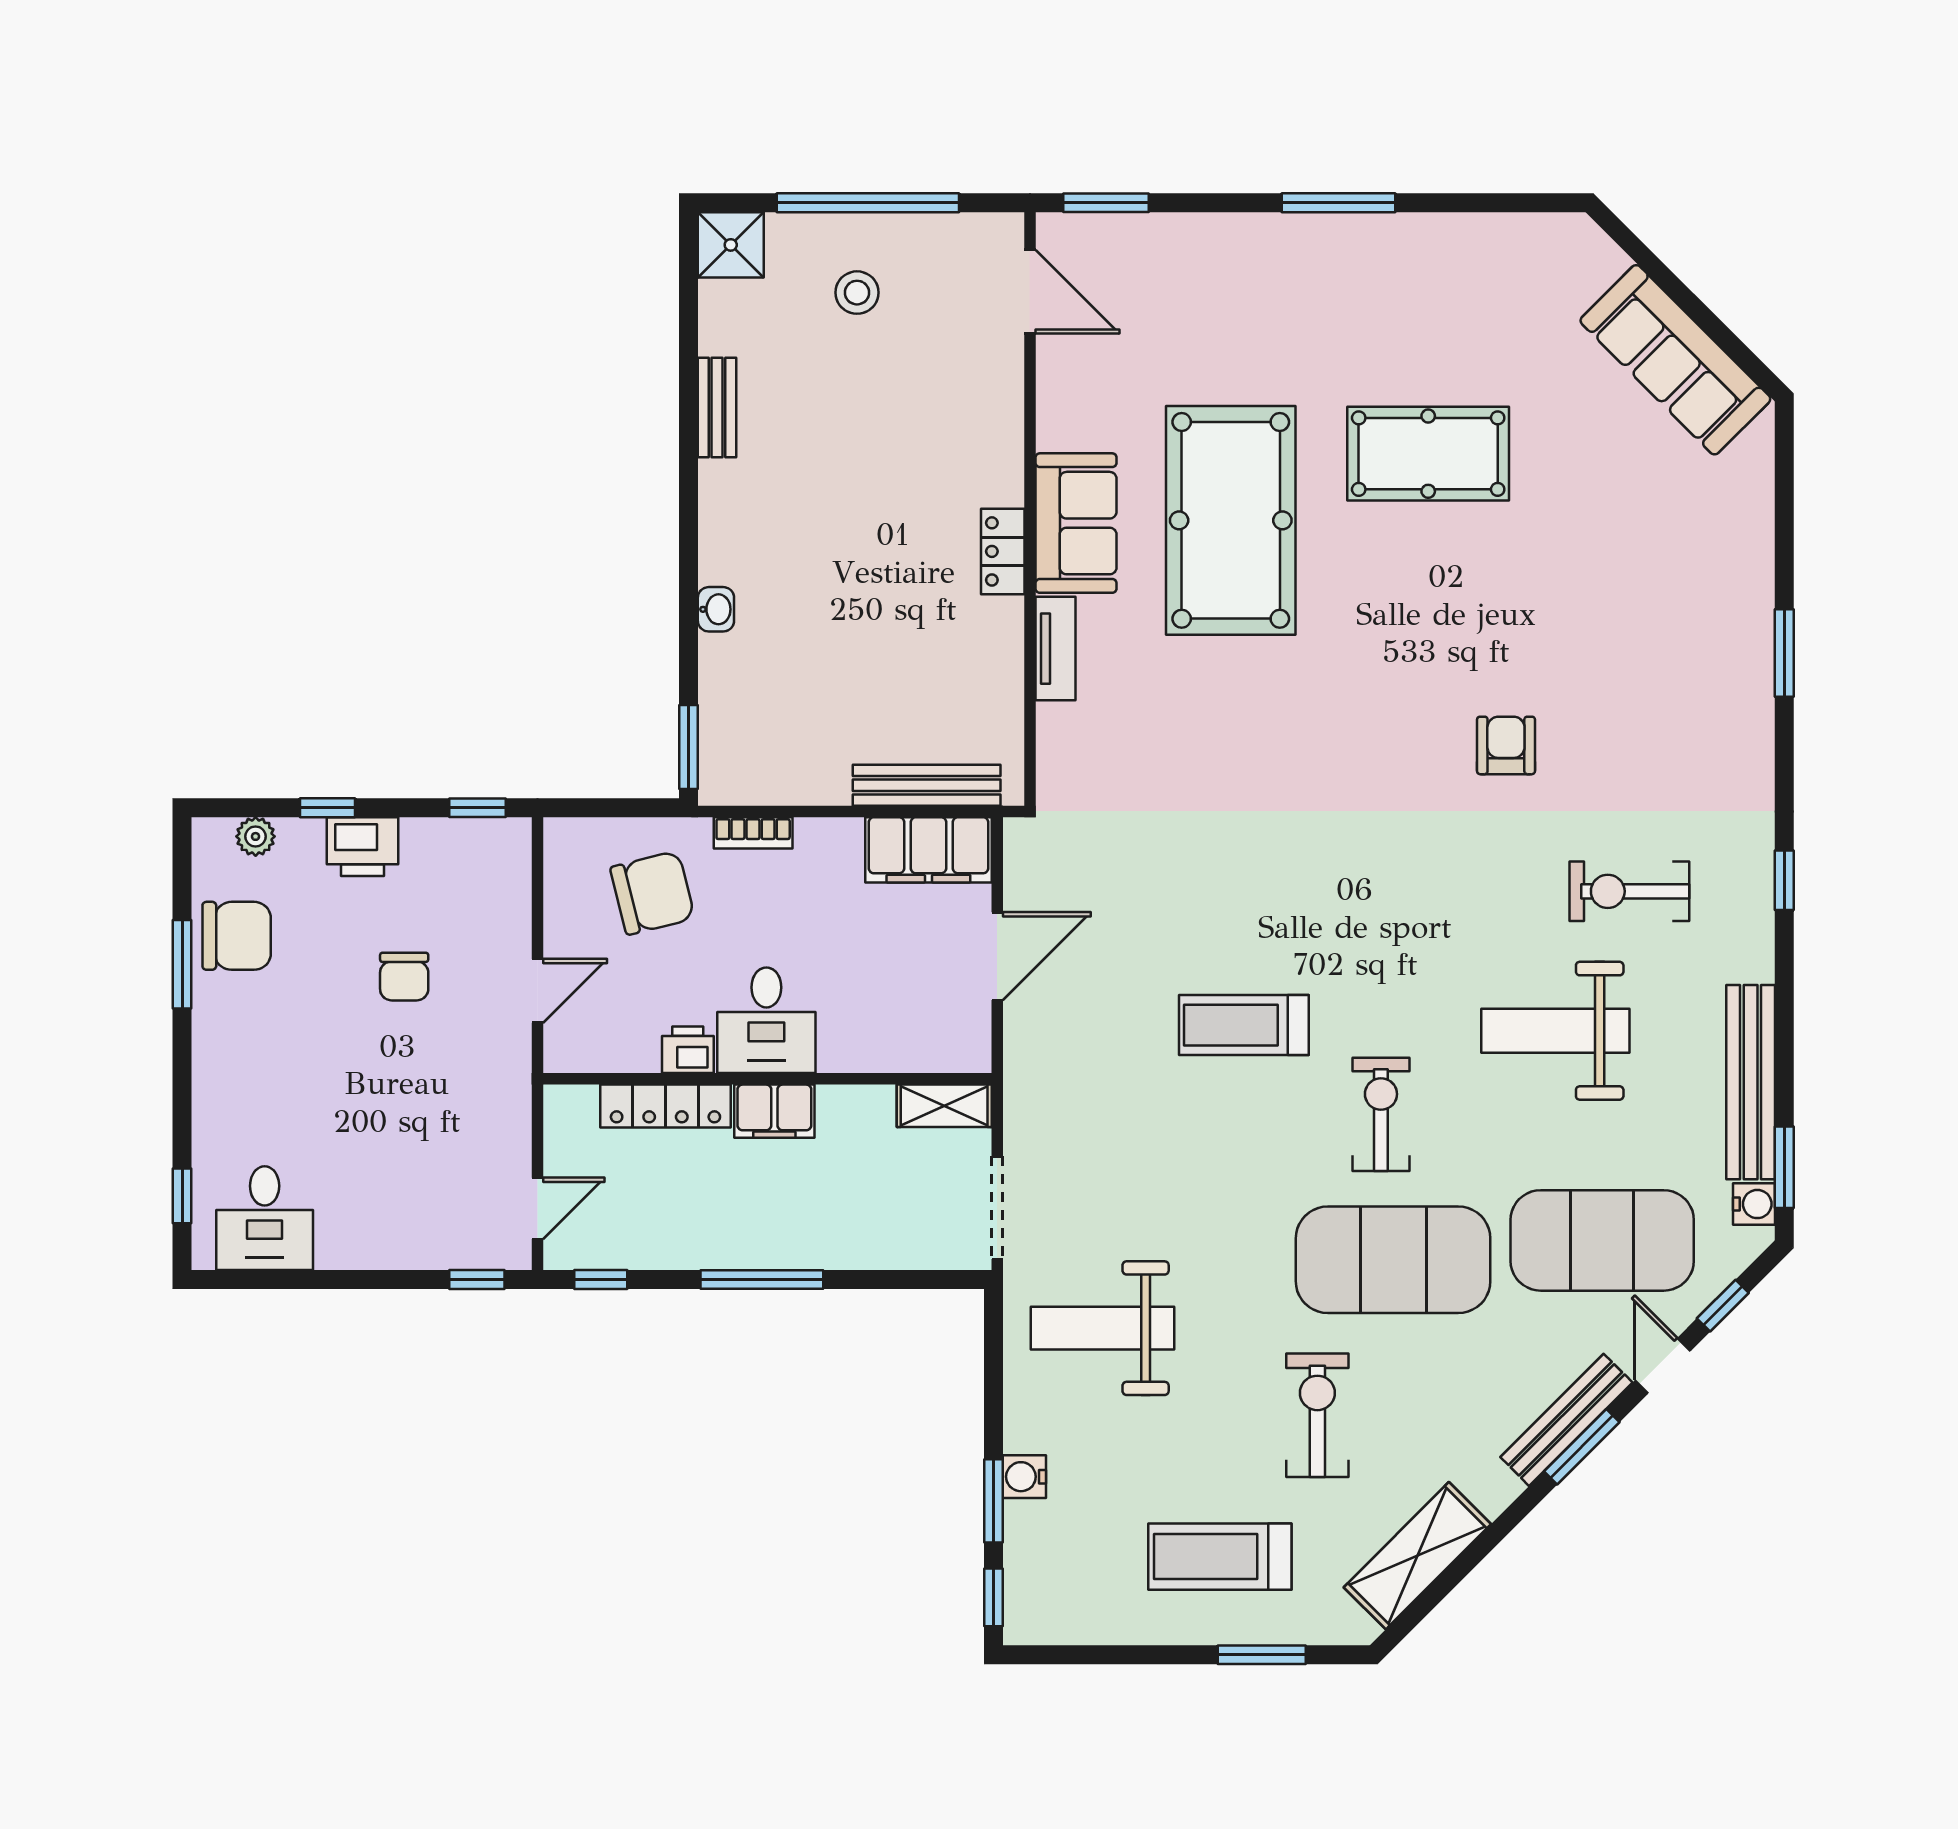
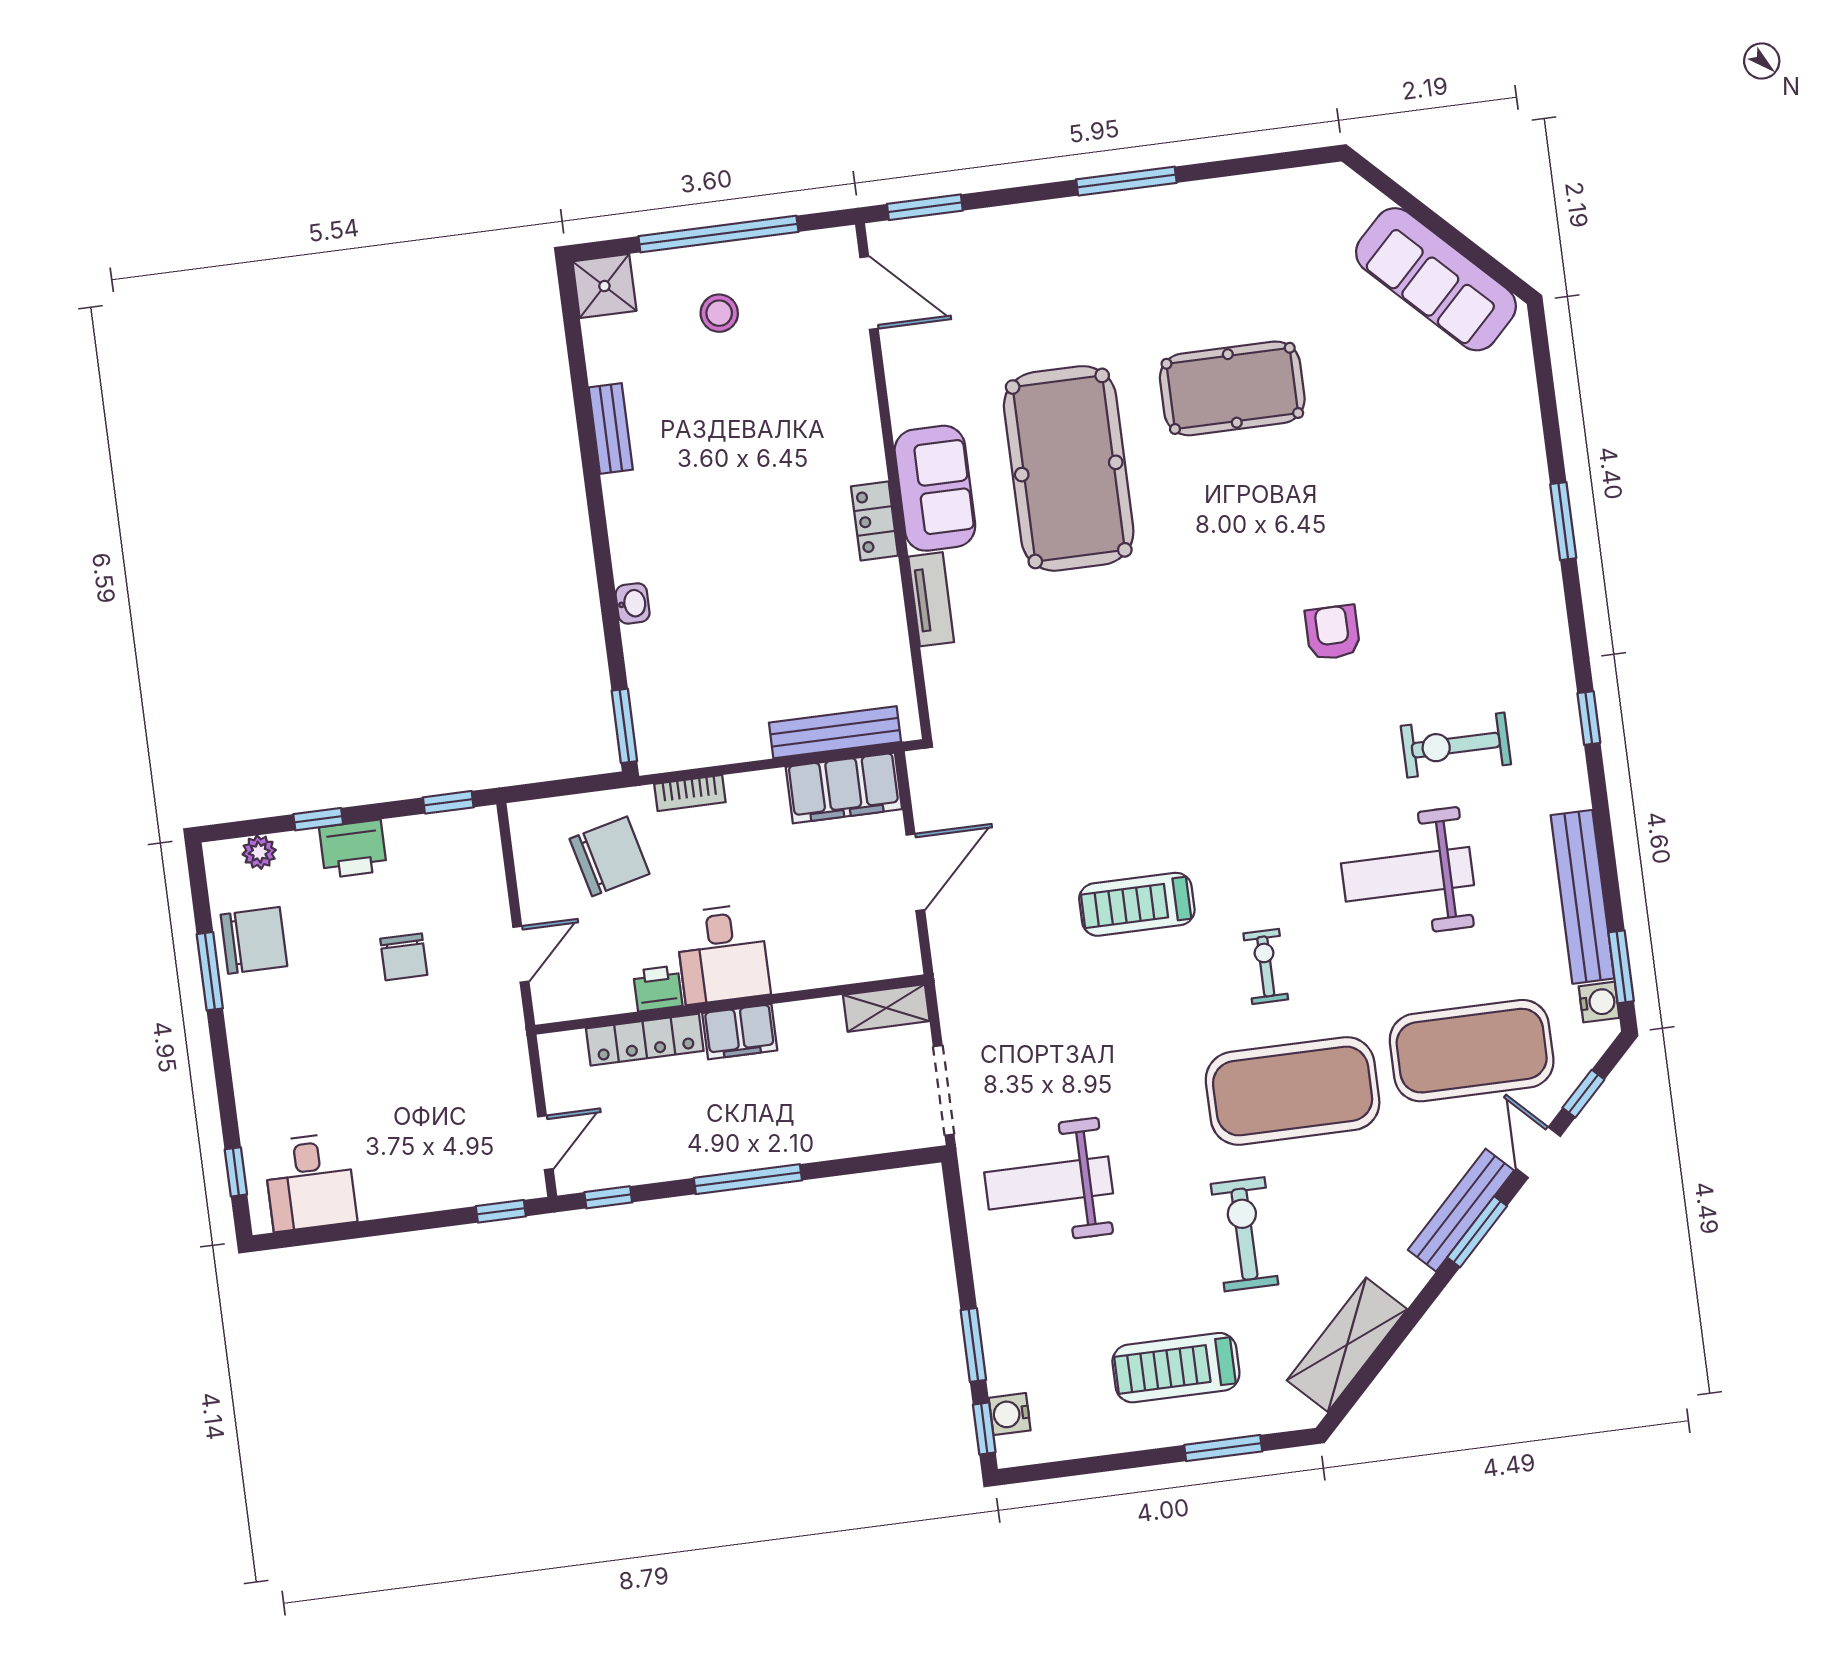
exercise bike: (1381, 1114) -> (1266, 966), width x0.73, depth x0.72
water cooler: (1024, 1477) -> (1010, 1414), moved

